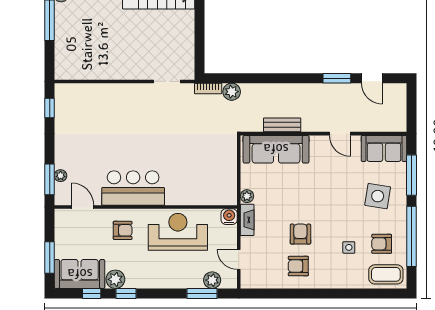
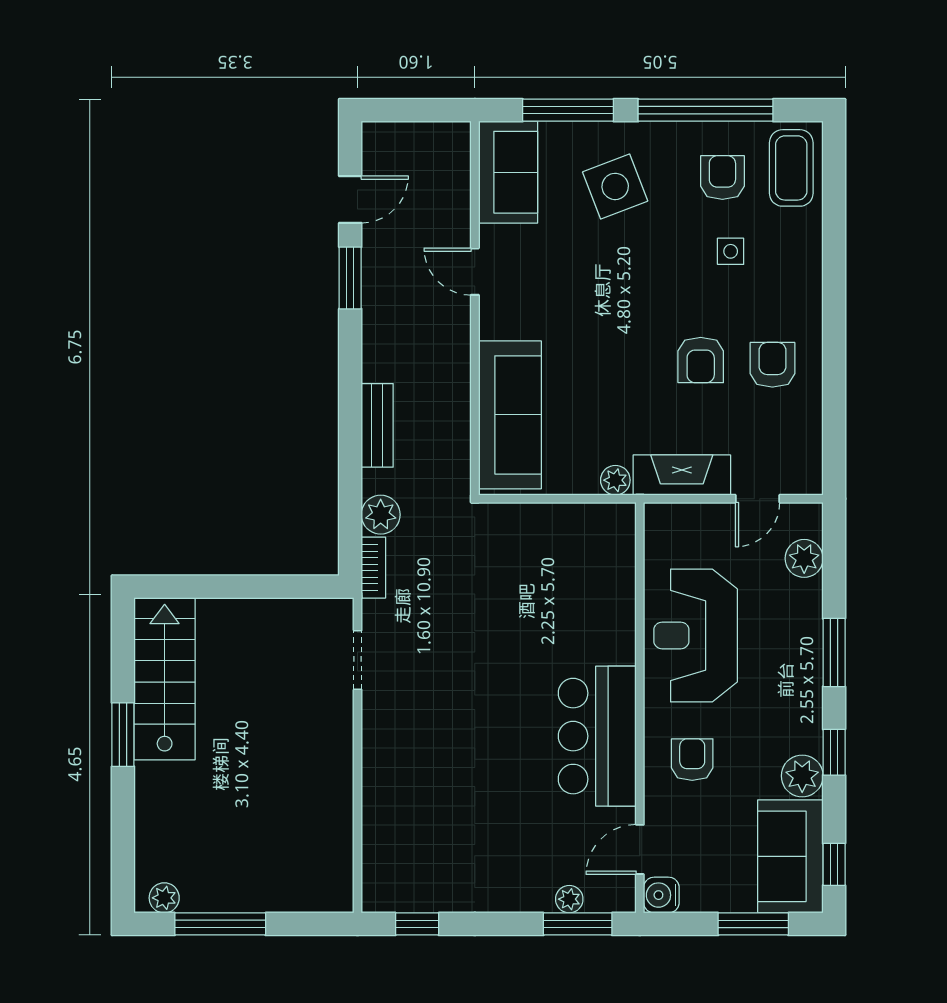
bench: (282, 125) -> (377, 425), moved
door: (340, 134) -> (475, 272), swing flipped
side table: (378, 196) -> (615, 186), turned -30
water cooler: (229, 217) -> (661, 895), moved
fireplace: (247, 220) -> (682, 475), width x1.37, depth x1.32
armchair: (300, 234) -> (701, 360), turned -90
armchair: (382, 244) -> (722, 178), turned 180
armchair: (298, 266) -> (772, 365), turned 180
window: (92, 293) -> (834, 864), moved
window: (202, 293) -> (834, 652), moved

